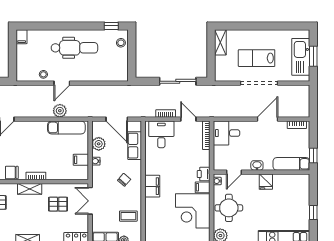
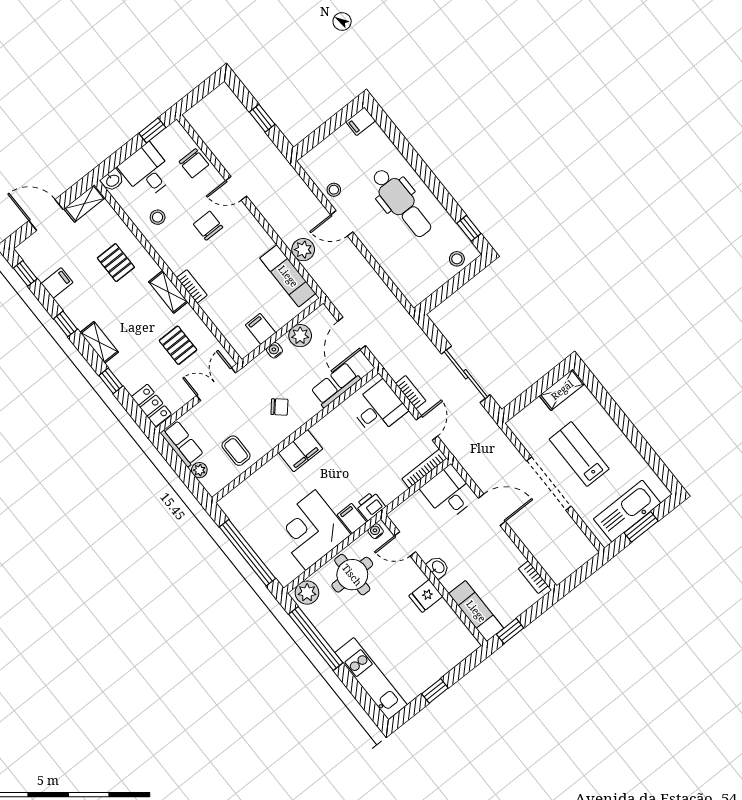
door: (268, 119) -> (492, 510), moved
chair: (12, 172) -> (208, 226), moved

